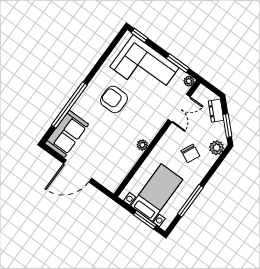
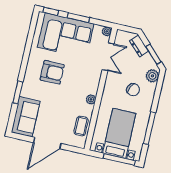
window: (178, 63) -> (78, 18), moved
armchair: (114, 99) -> (52, 72), turned 180
window: (69, 105) -> (18, 92), width x0.47
coffee table: (120, 168) -> (81, 126), added
window: (145, 220) -> (119, 160), width x1.44

